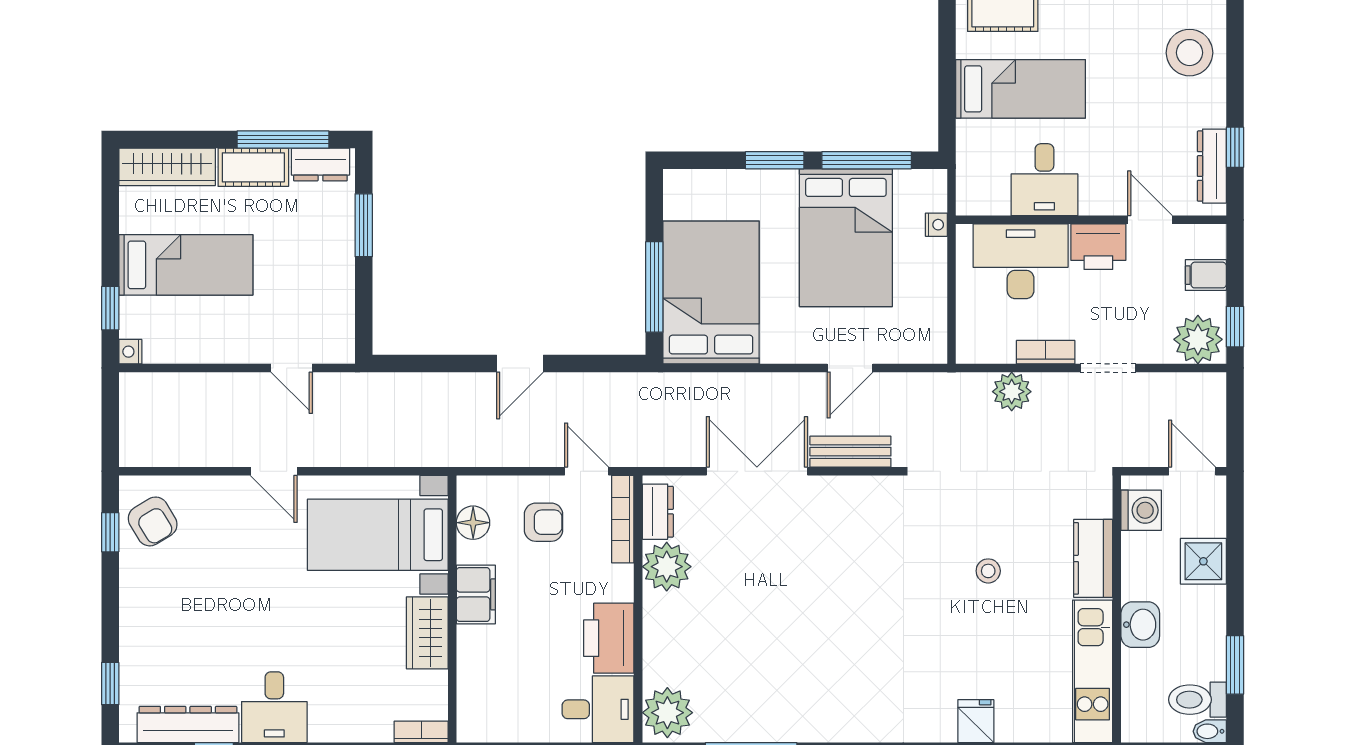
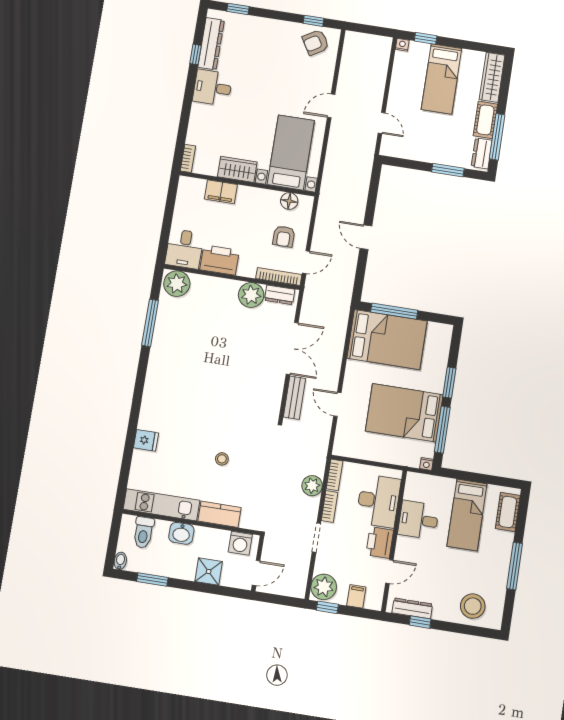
nightstand: (936, 225) -> (426, 464), moved
bookcase: (985, 352) -> (335, 475), added
door: (292, 368) -> (382, 123), swing flipped
filing cabinet: (476, 594) -> (221, 192), moved
toilet: (1197, 700) -> (143, 532), moved, turned 180

